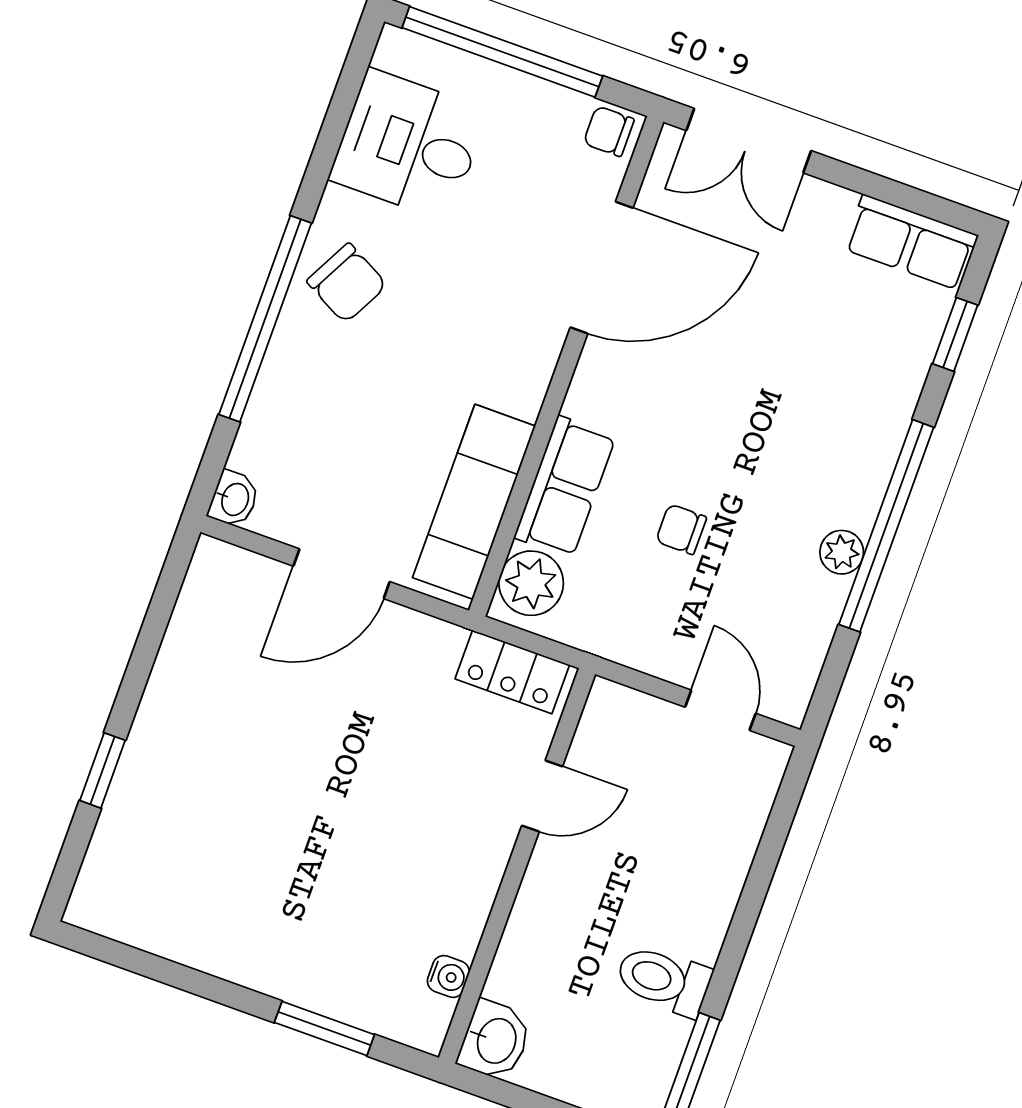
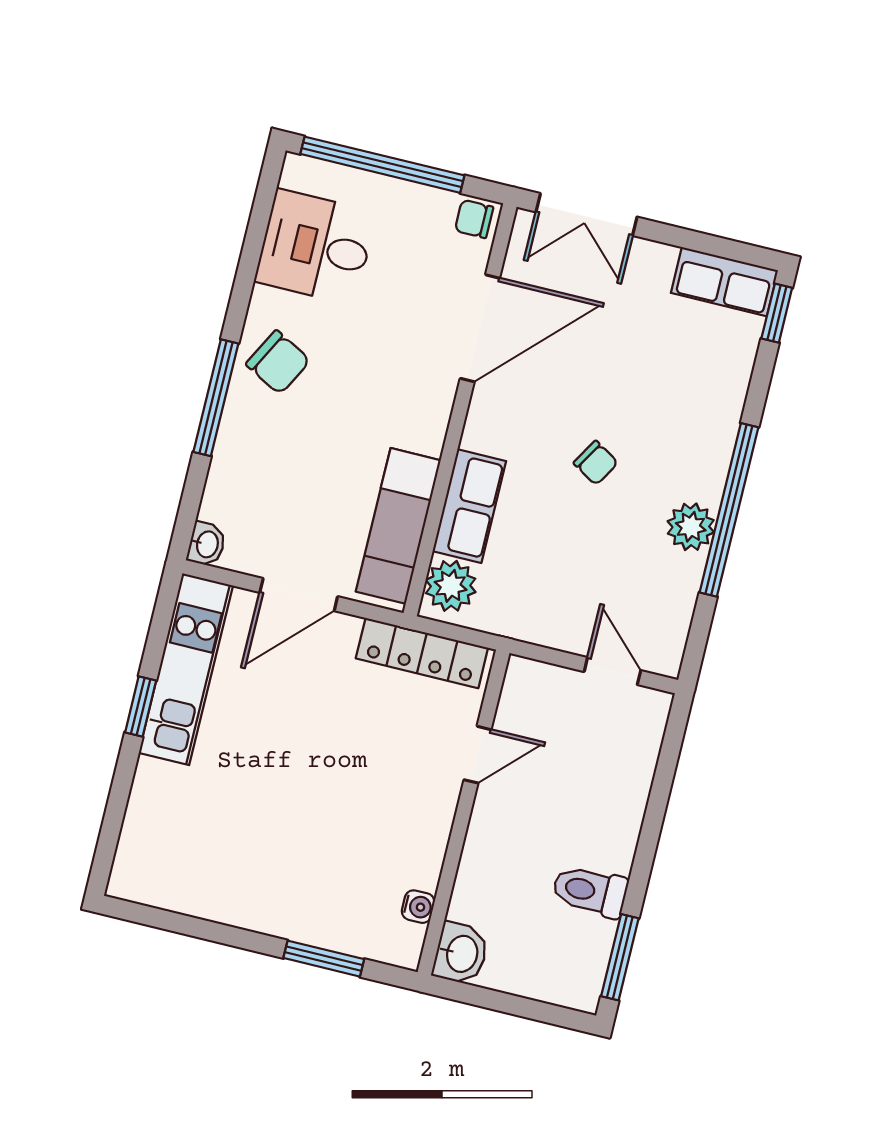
window: (265, 319) -> (216, 398), width x0.68
window: (955, 334) -> (777, 313), moved
chair: (681, 529) -> (596, 463), moved, turned -149
plant: (842, 552) -> (691, 527), width x1.38, depth x1.38
kitchen unit: (192, 651) -> (186, 669), added
locker: (512, 672) -> (422, 653), width x1.53
window: (102, 770) -> (141, 706), moved

